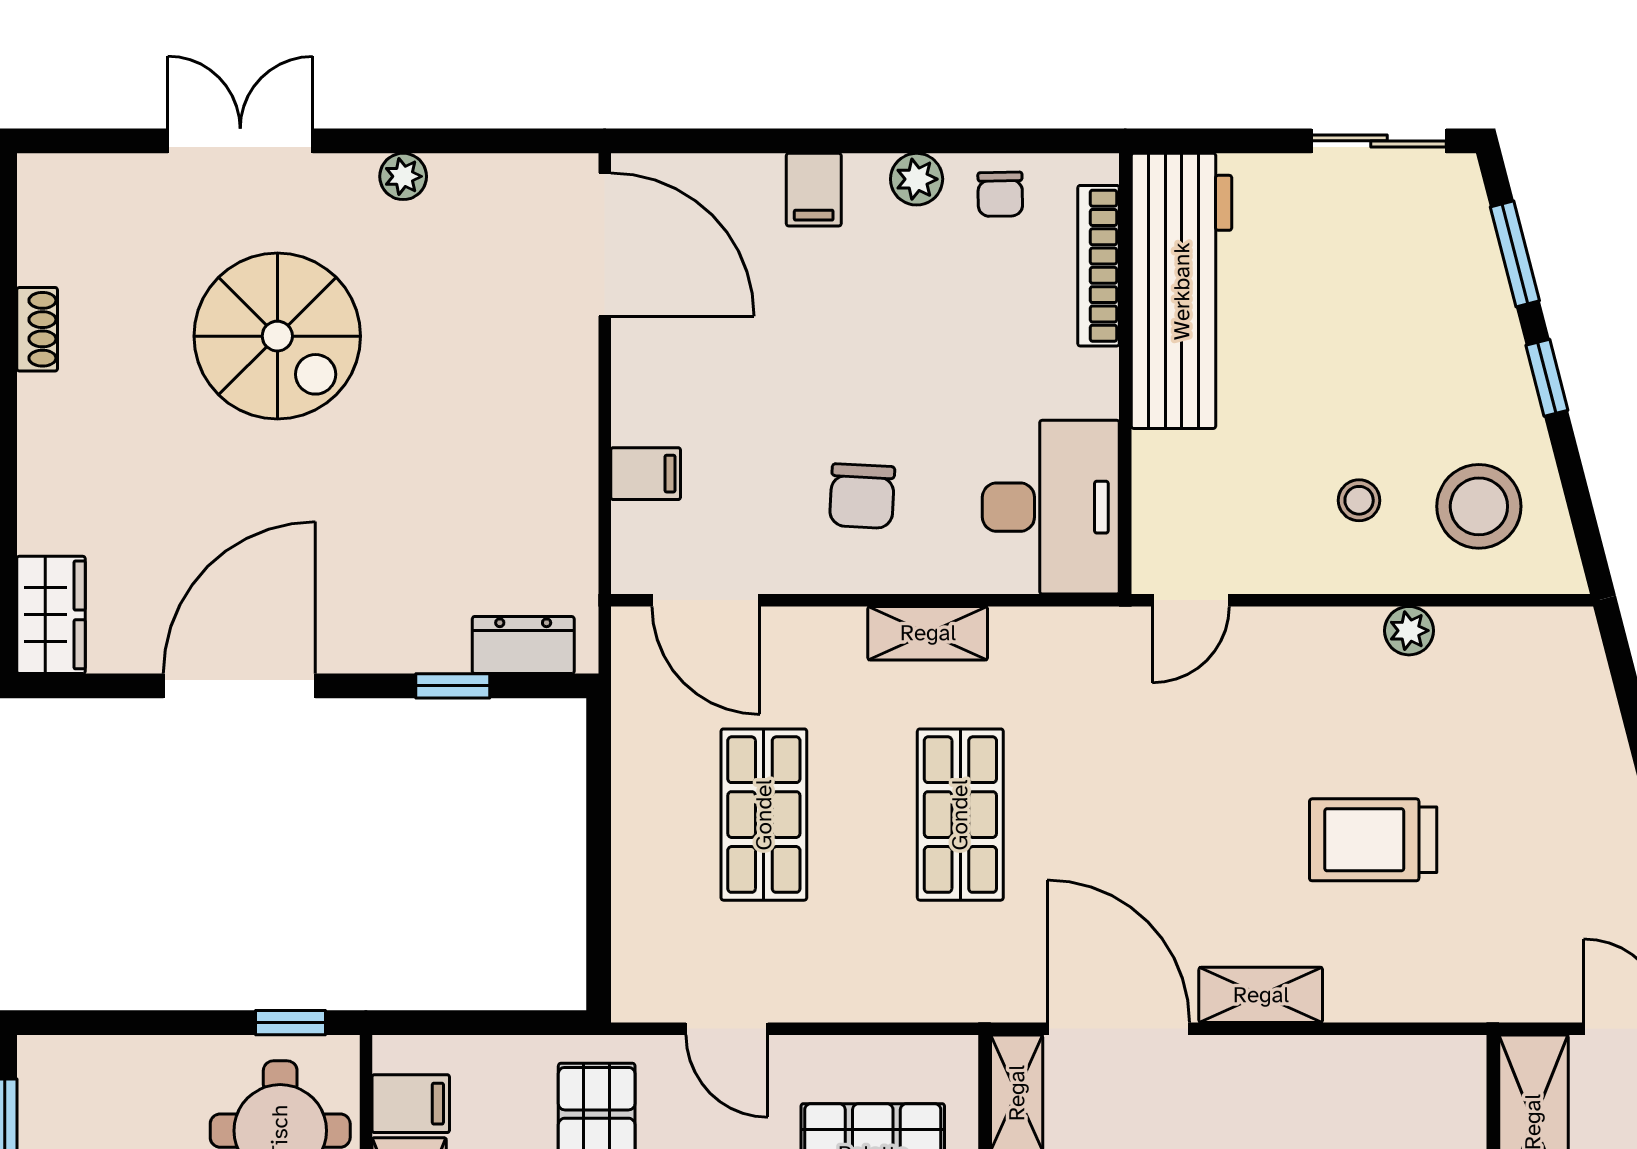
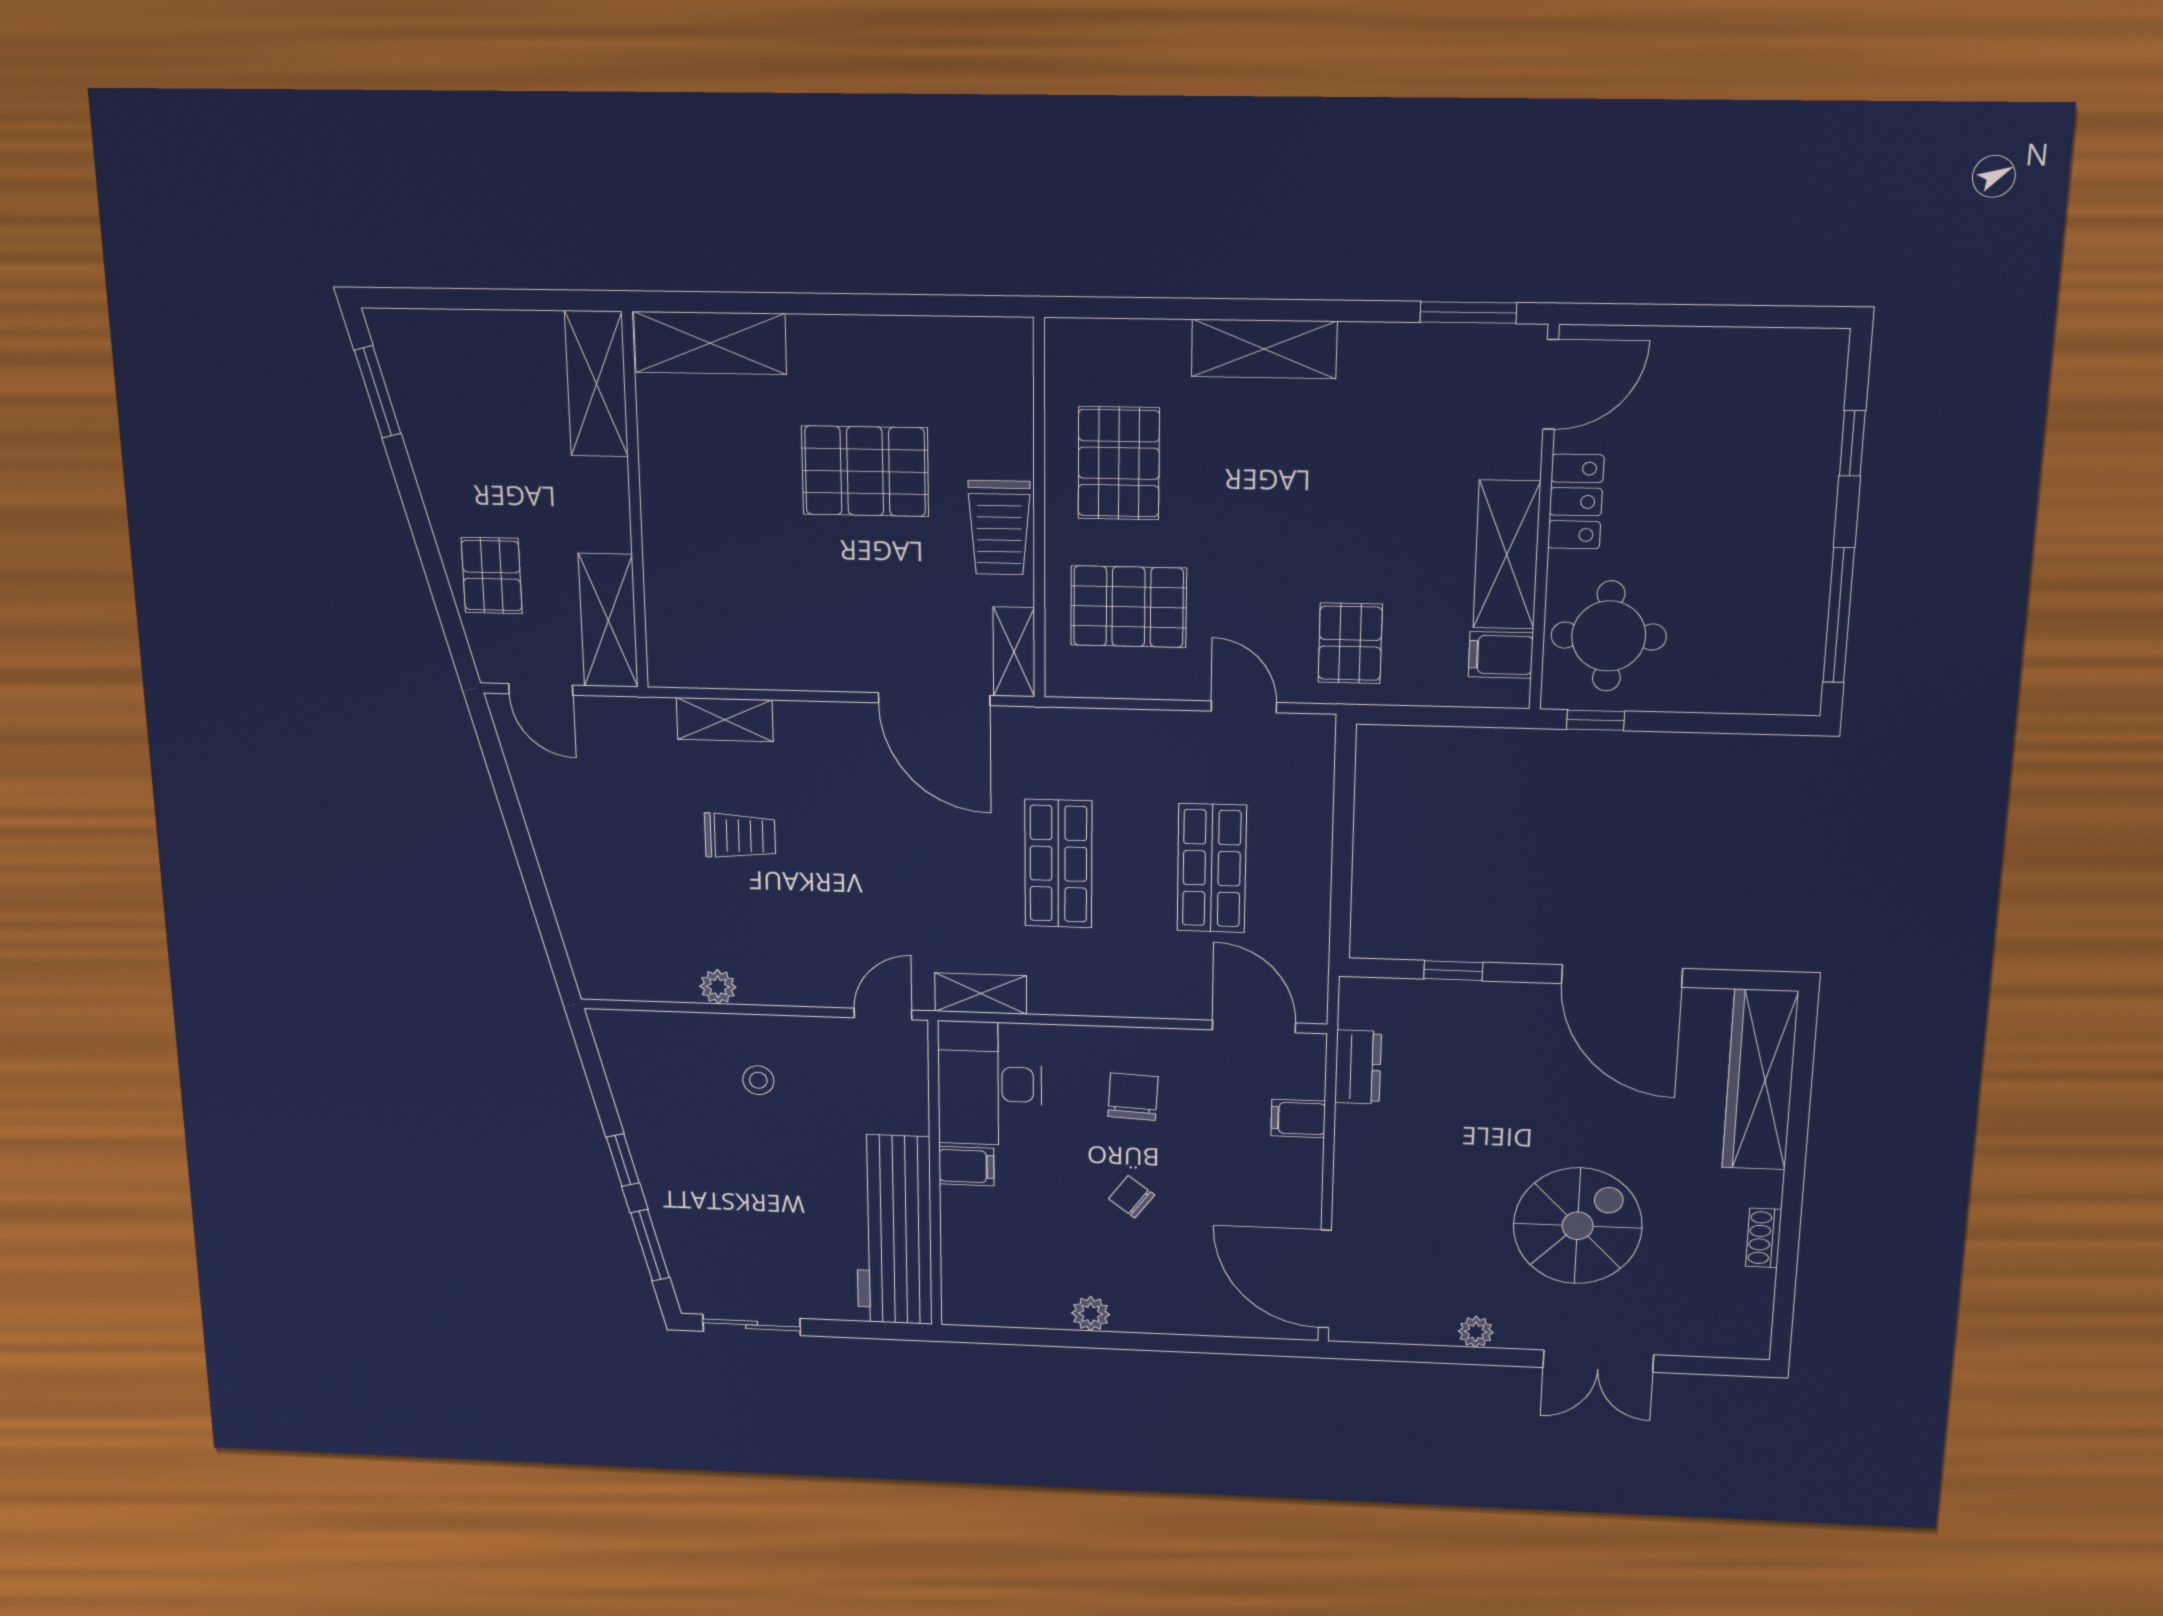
filing cabinet: (814, 190) -> (966, 1166), moved, turned 90
chair: (1000, 194) -> (1132, 1197), moved, turned -52
bookcase: (1099, 266) -> (955, 1250), removed
spiral stairs: (277, 336) -> (1578, 1226), turned 90
stool: (1479, 506) -> (669, 1073), removed
wardrobe: (51, 615) -> (1760, 1080), width x2.10, depth x1.17
shelving: (928, 633) -> (981, 994), moved
dresser: (523, 645) -> (1358, 1067), moved, turned -90
door: (239, 686) -> (1622, 976), hinge flipped
trolley: (1373, 840) -> (740, 836), width x0.73, depth x0.72
shelving: (1261, 995) -> (725, 720), moved

